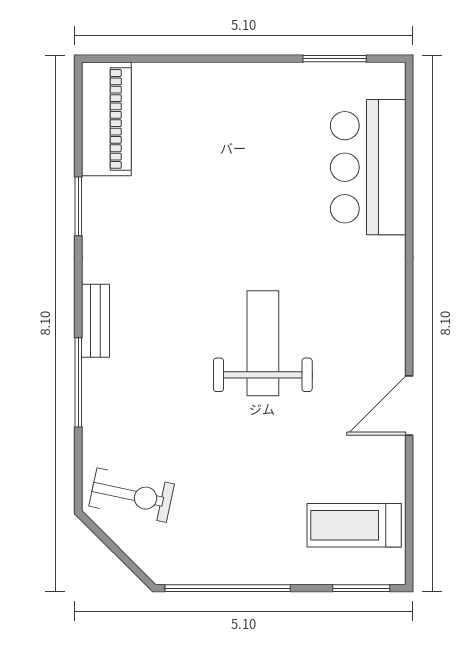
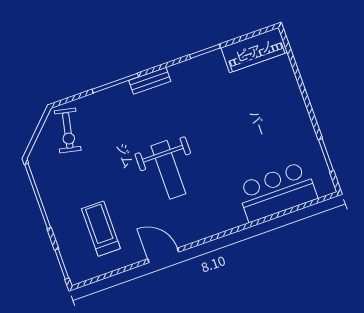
weight bench: (263, 343) -> (168, 170), turned 90
treadmill: (354, 525) -> (101, 229), moved

